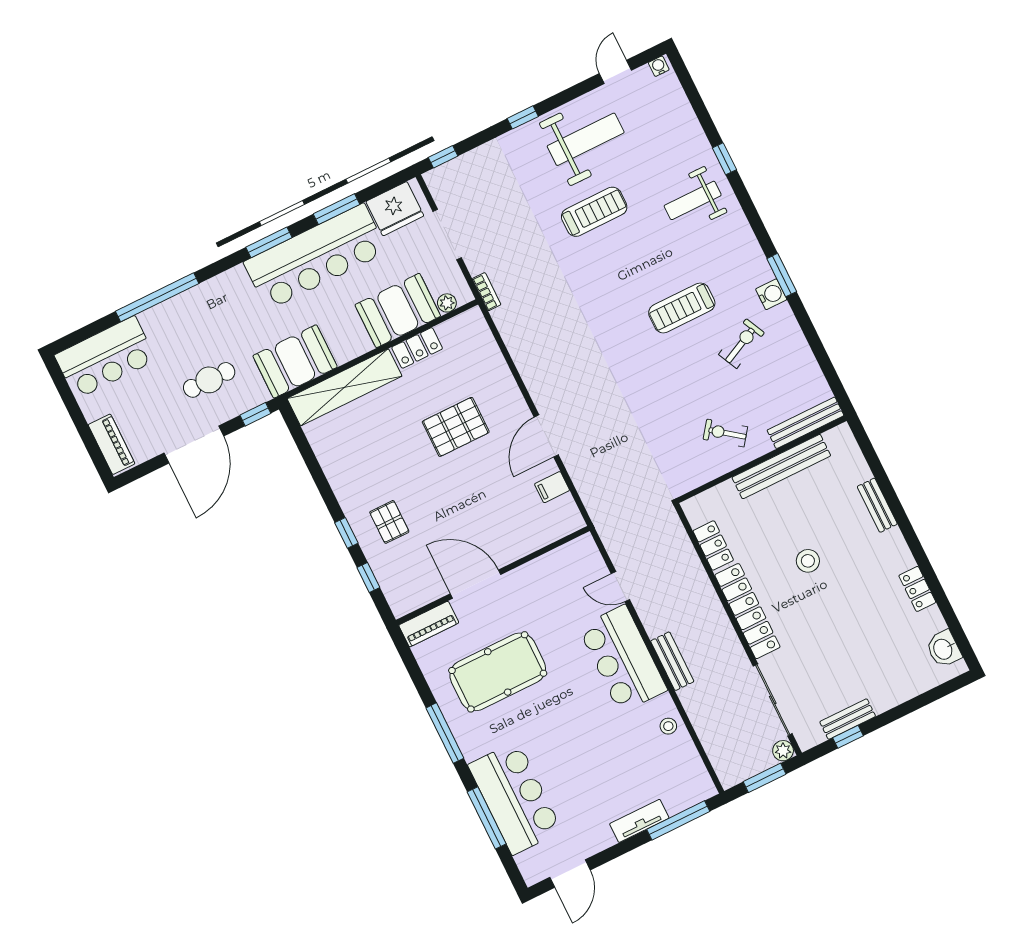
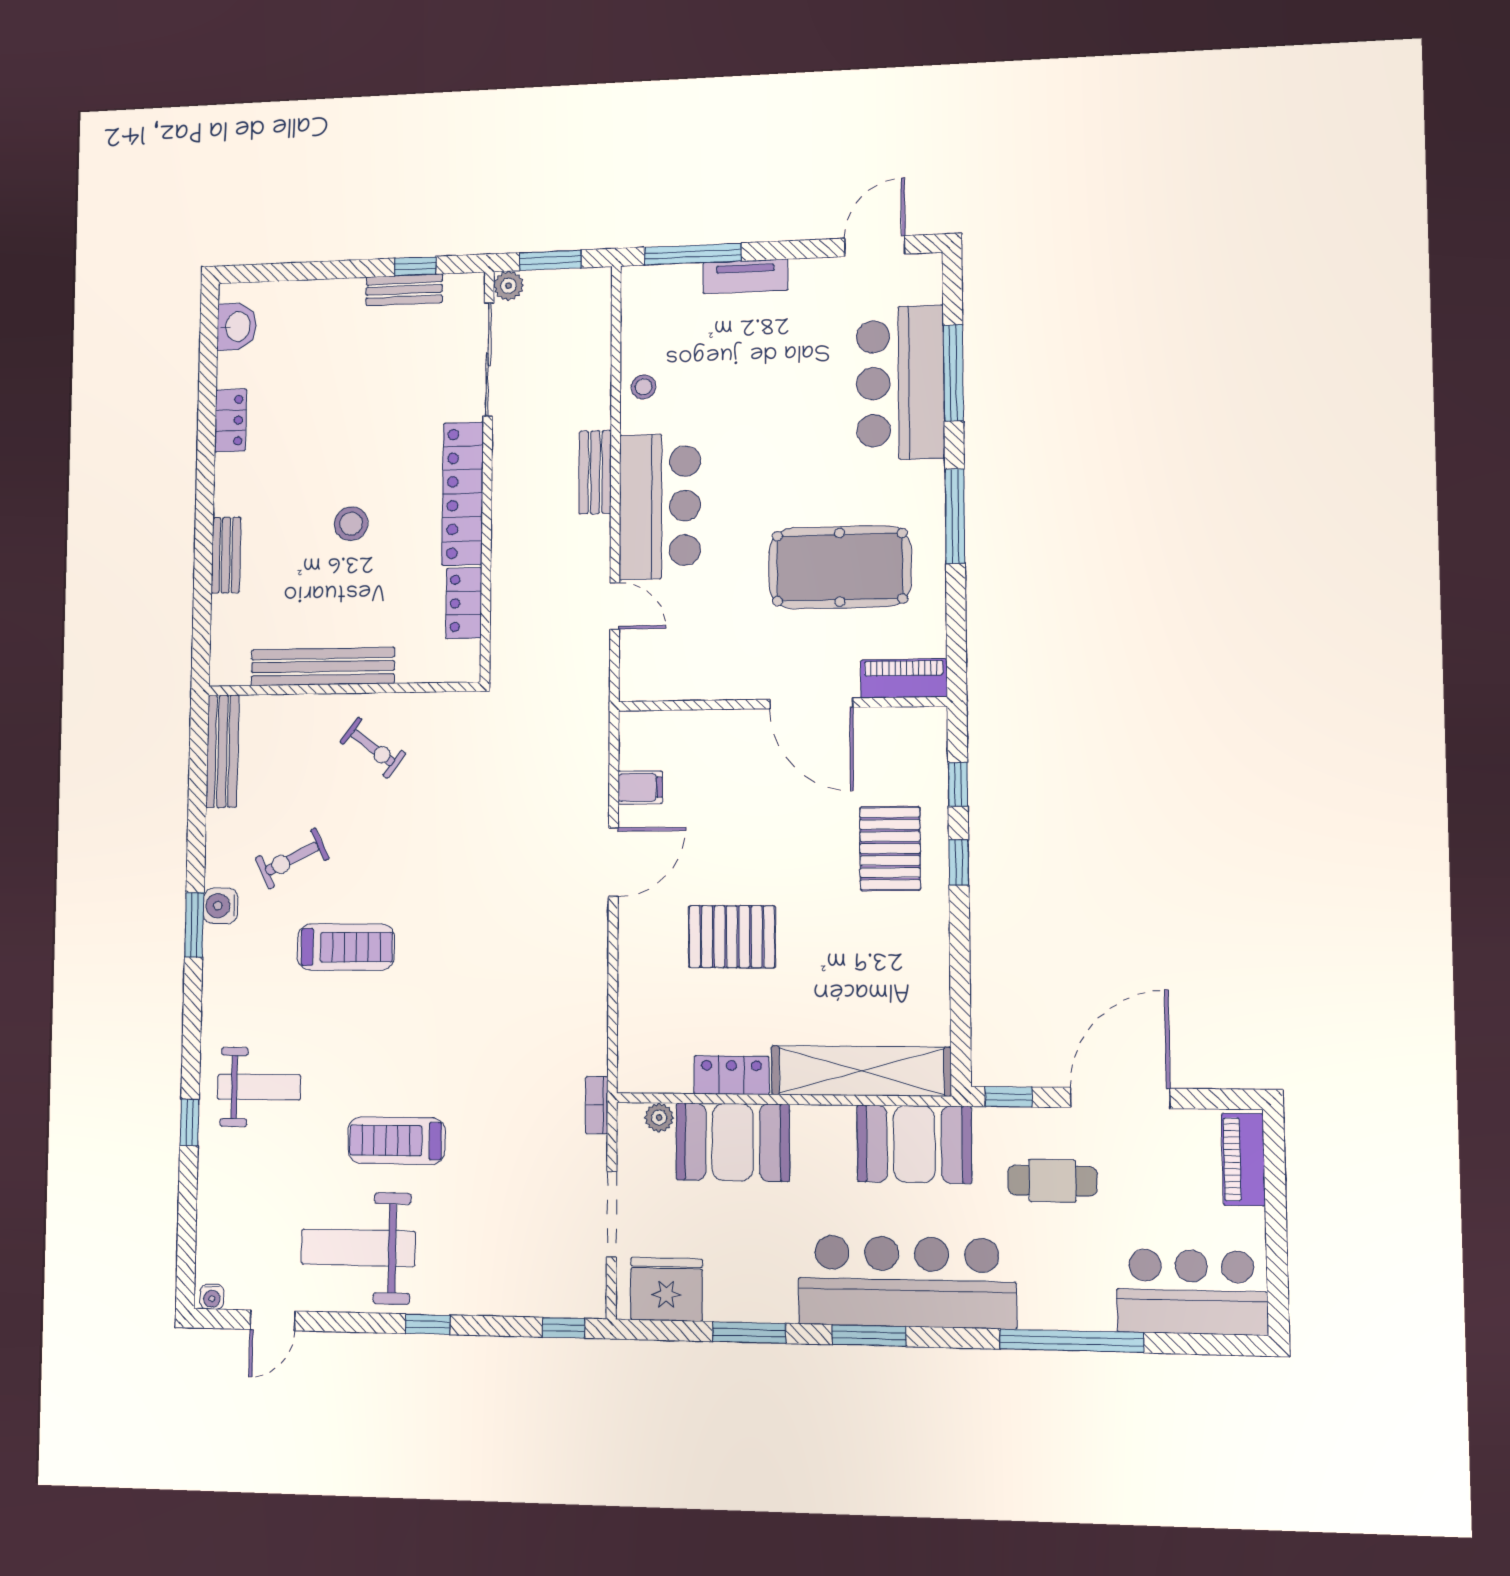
bar counter: (316, 257) -> (907, 1282), moved
bench: (805, 423) -> (222, 751), moved, turned 90
pallet: (389, 522) -> (890, 849), width x1.50, depth x1.42

